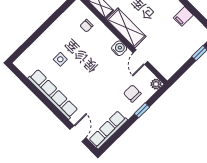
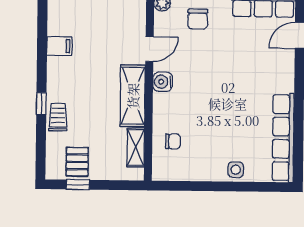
side table: (60, 59) -> (236, 170), moved
row of seats: (53, 94) -> (283, 138), moved

